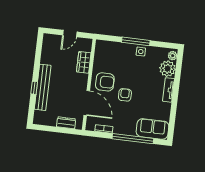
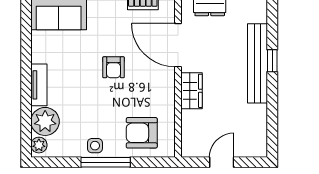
wardrobe: (84, 62) -> (191, 91), moved
armchair: (105, 82) -> (142, 133), moved

